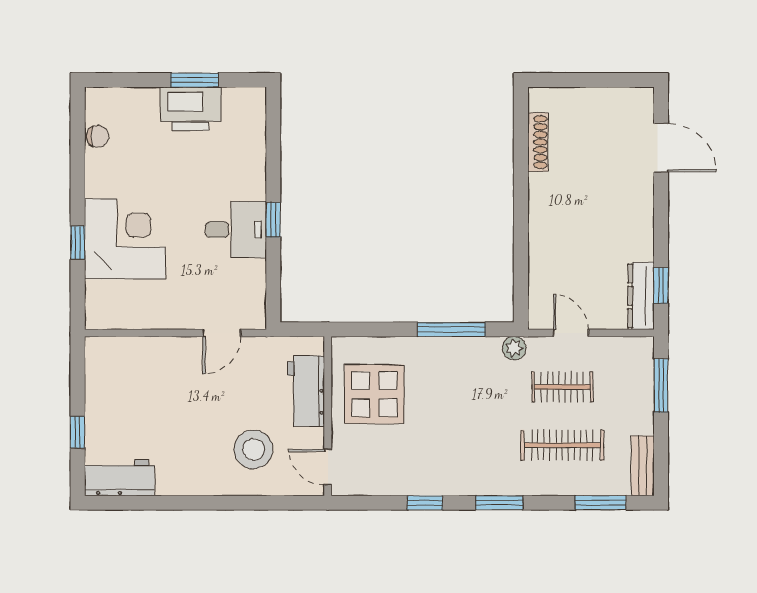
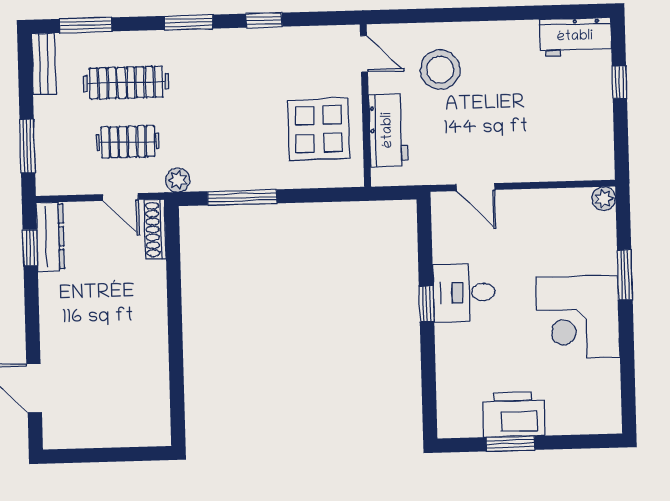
chair: (98, 136) -> (607, 383), removed
shoe rack: (538, 142) -> (155, 229), moved
corner desk: (125, 239) -> (578, 317), moved
window: (78, 243) -> (625, 275), width x1.50
plant: (96, 318) -> (604, 199), added
door: (222, 333) -> (475, 187), swing flipped

